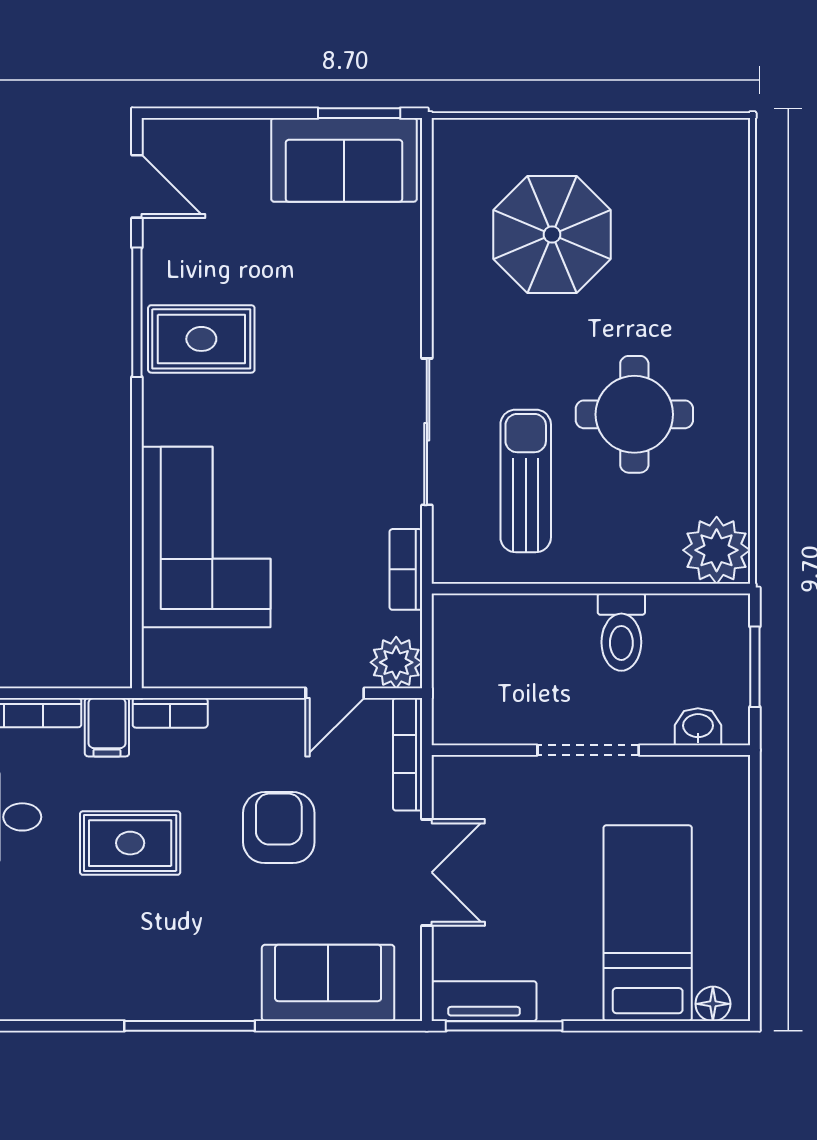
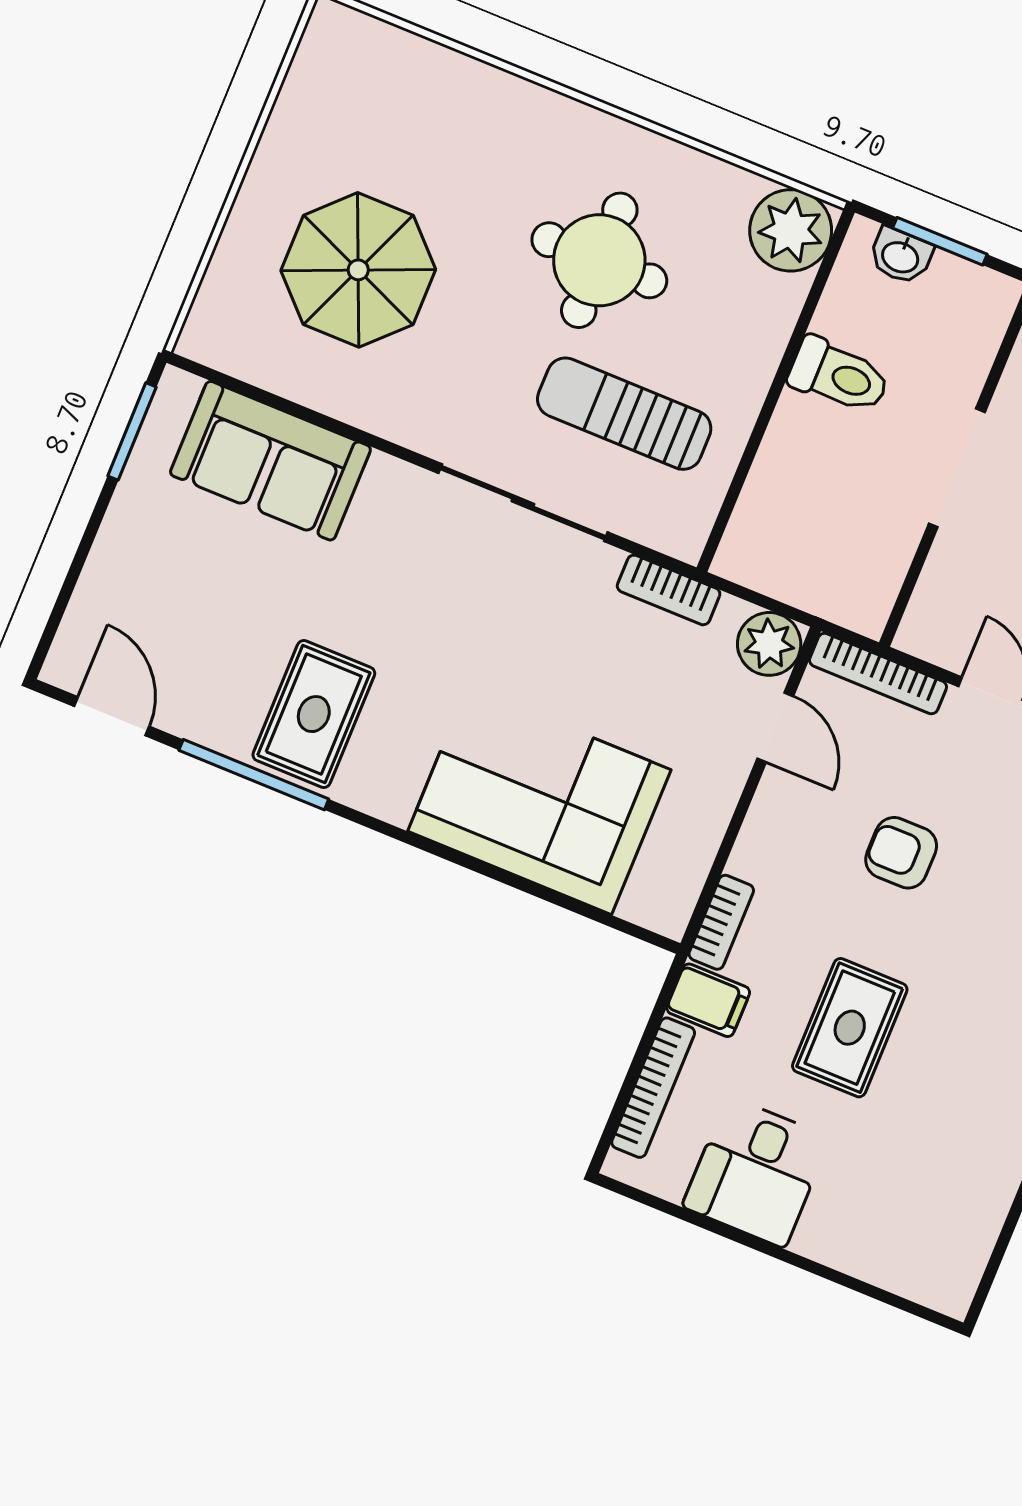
sofa: (344, 160) -> (270, 461), moved, turned 90
door: (137, 186) -> (112, 716), hinge flipped
washbasin: (698, 727) -> (901, 256), moved, turned -90
armchair: (279, 828) -> (901, 853), width x0.72, depth x0.72

